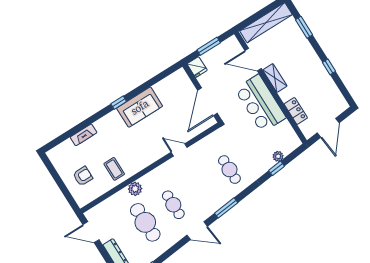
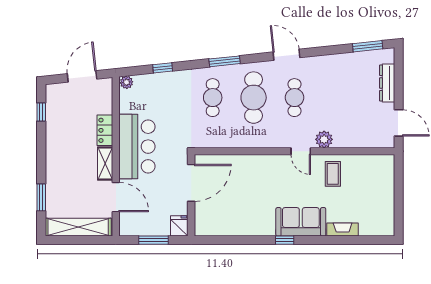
window: (329, 67) -> (41, 112), moved
sofa: (140, 107) -> (301, 222), moved
locker: (296, 111) -> (105, 130), moved
door: (179, 150) -> (301, 151), moved
plant: (278, 156) -> (126, 82), moved
armchair: (83, 176) -> (370, 187), removed
window: (226, 208) -> (225, 61), moved
cafe table: (145, 222) -> (254, 98), moved

